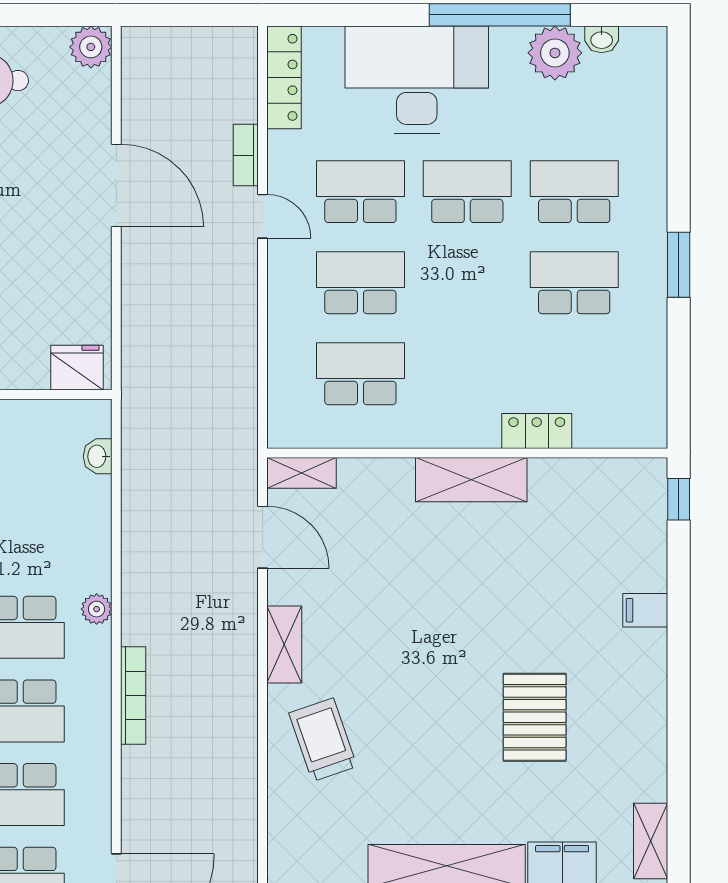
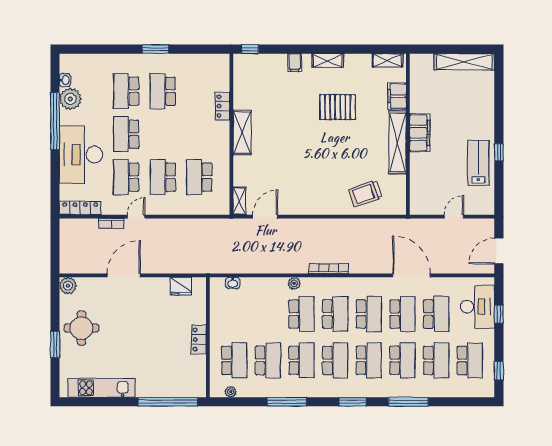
fridge: (77, 368) -> (181, 286), moved, turned -90
shelving: (284, 644) -> (328, 61), moved
trolley: (323, 740) -> (365, 194), moved

